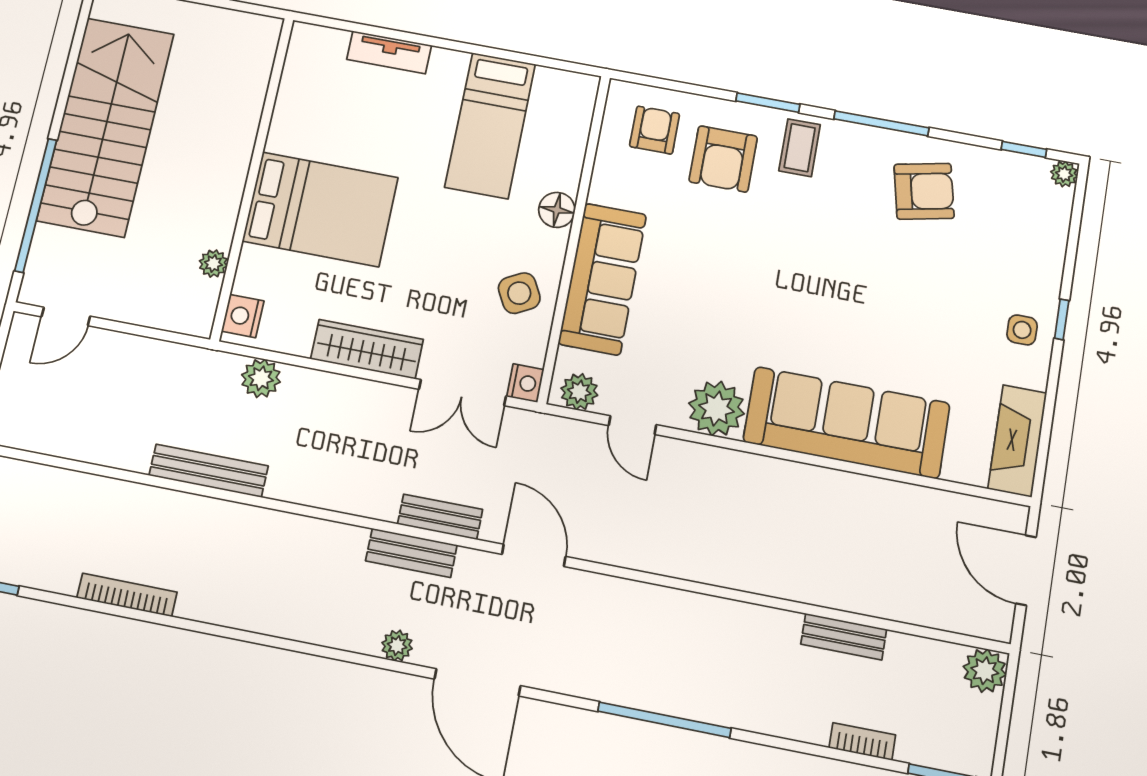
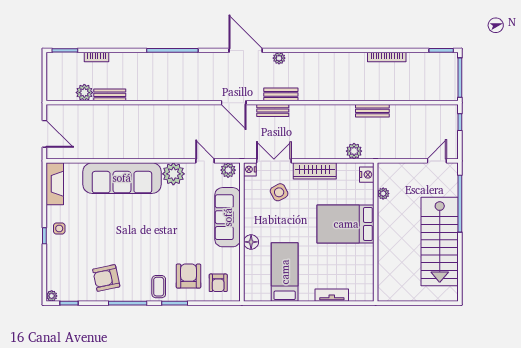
side table: (519, 293) -> (279, 192), moved
bench: (209, 471) -> (372, 111), width x0.73
plant: (985, 671) -> (84, 93), moved

